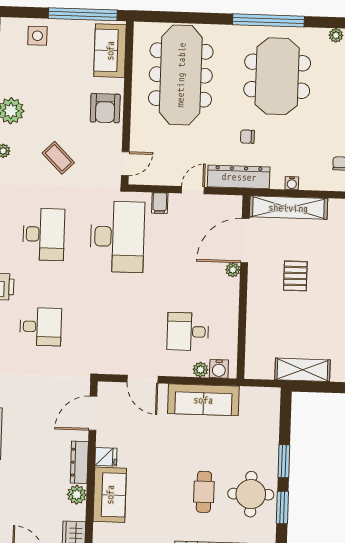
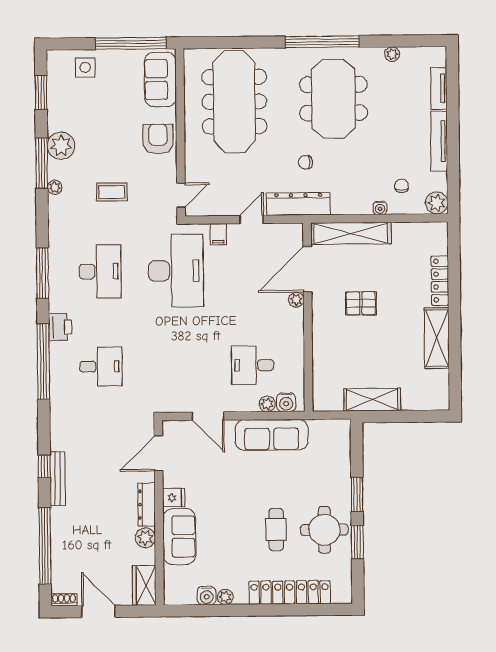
armchair: (105, 108) -> (158, 139), turned 180
coffee table: (58, 158) -> (112, 192), turned -45
water cooler: (292, 183) -> (380, 208), moved
pallet: (295, 276) -> (361, 303), turned 90

